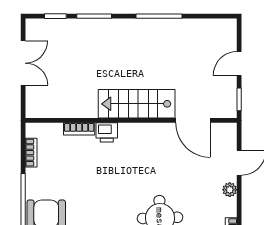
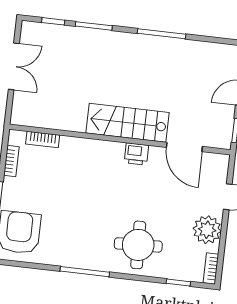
bookcase: (79, 129) -> (43, 140), moved
printer: (107, 132) -> (136, 154), moved
plant: (230, 190) -> (207, 230), width x1.88, depth x1.88

